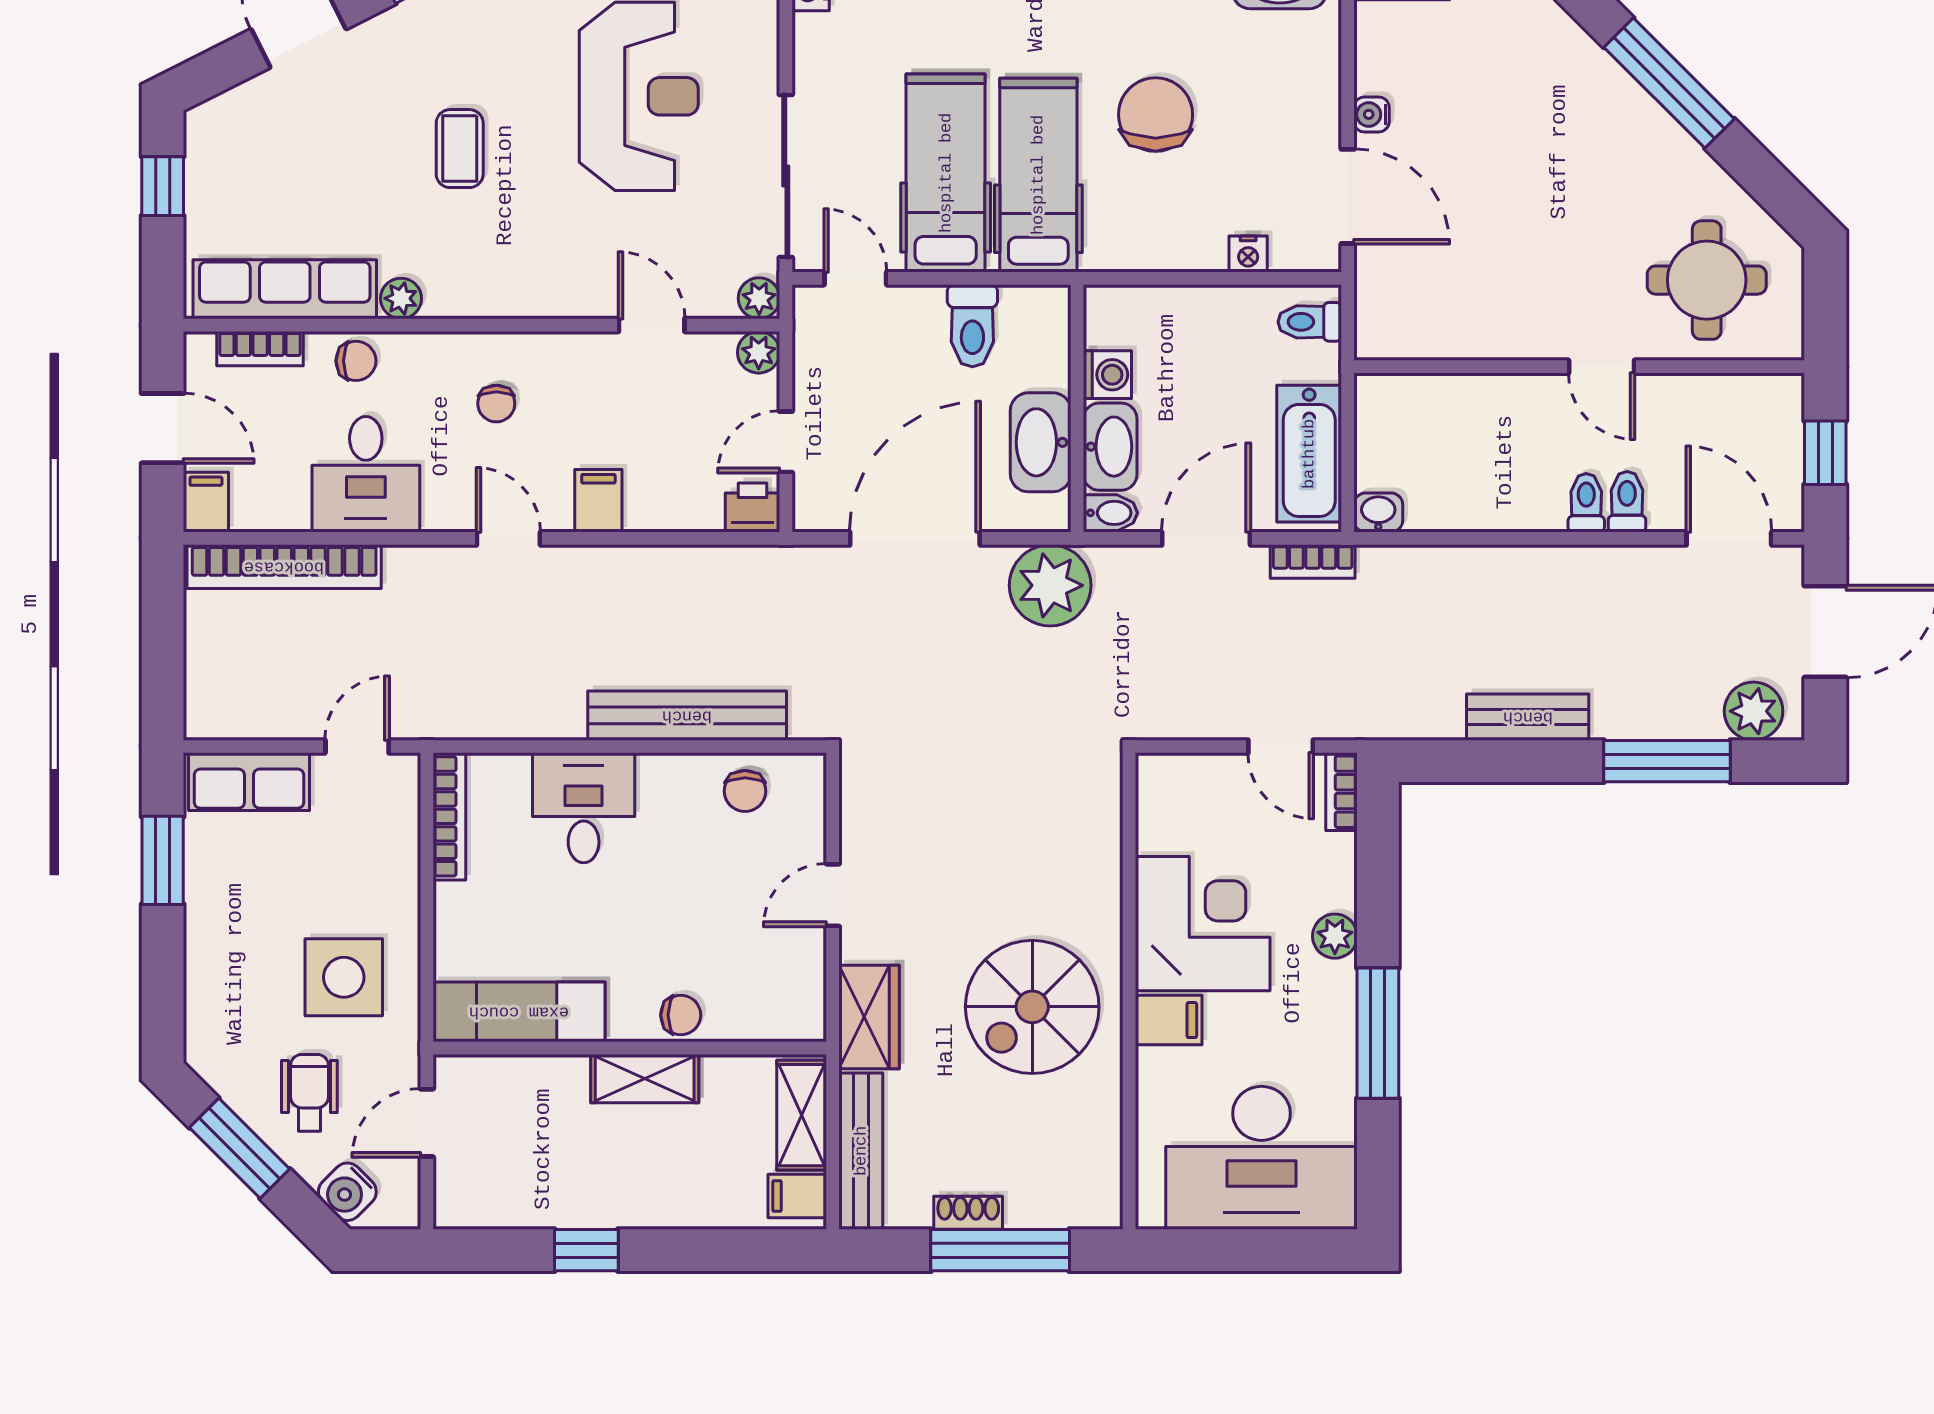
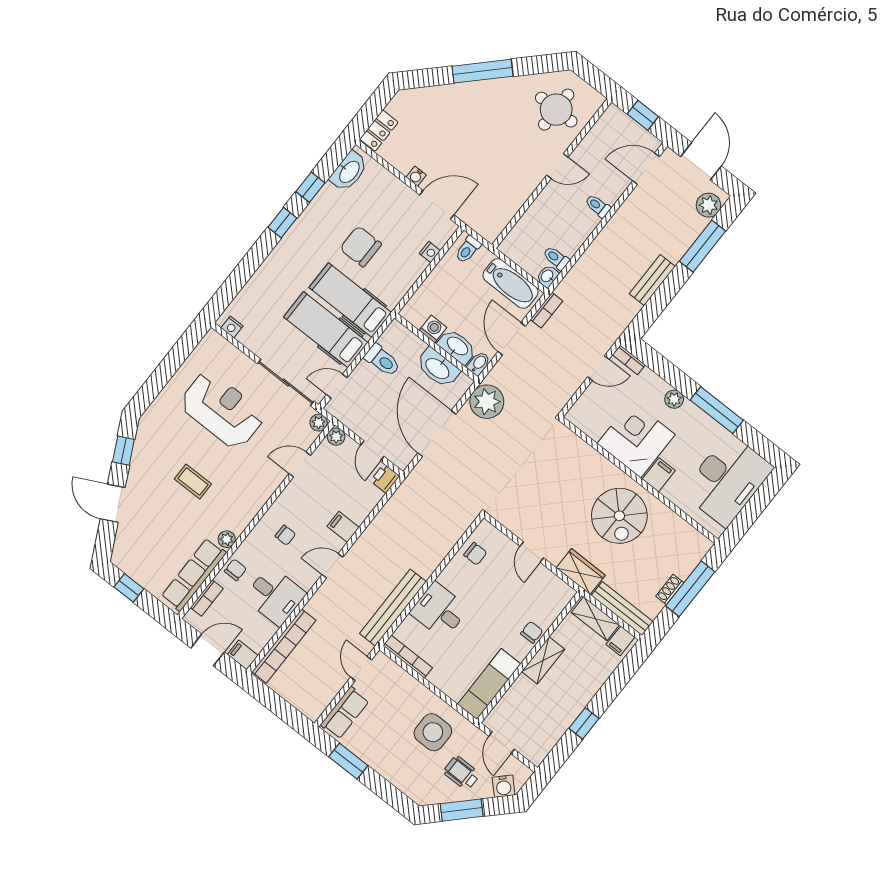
toilet: (1627, 502) -> (556, 258), moved
bench: (687, 716) -> (393, 608), moved

